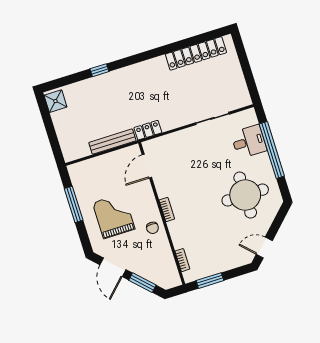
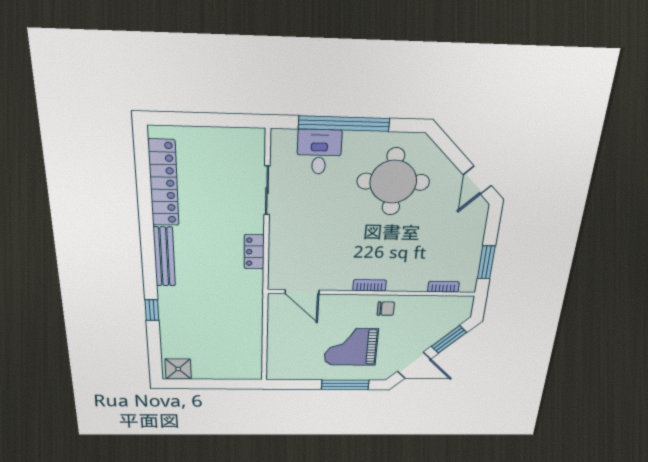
locker: (148, 130) -> (254, 252), moved
bench: (112, 142) -> (164, 257), moved
window: (74, 204) -> (345, 385), moved

